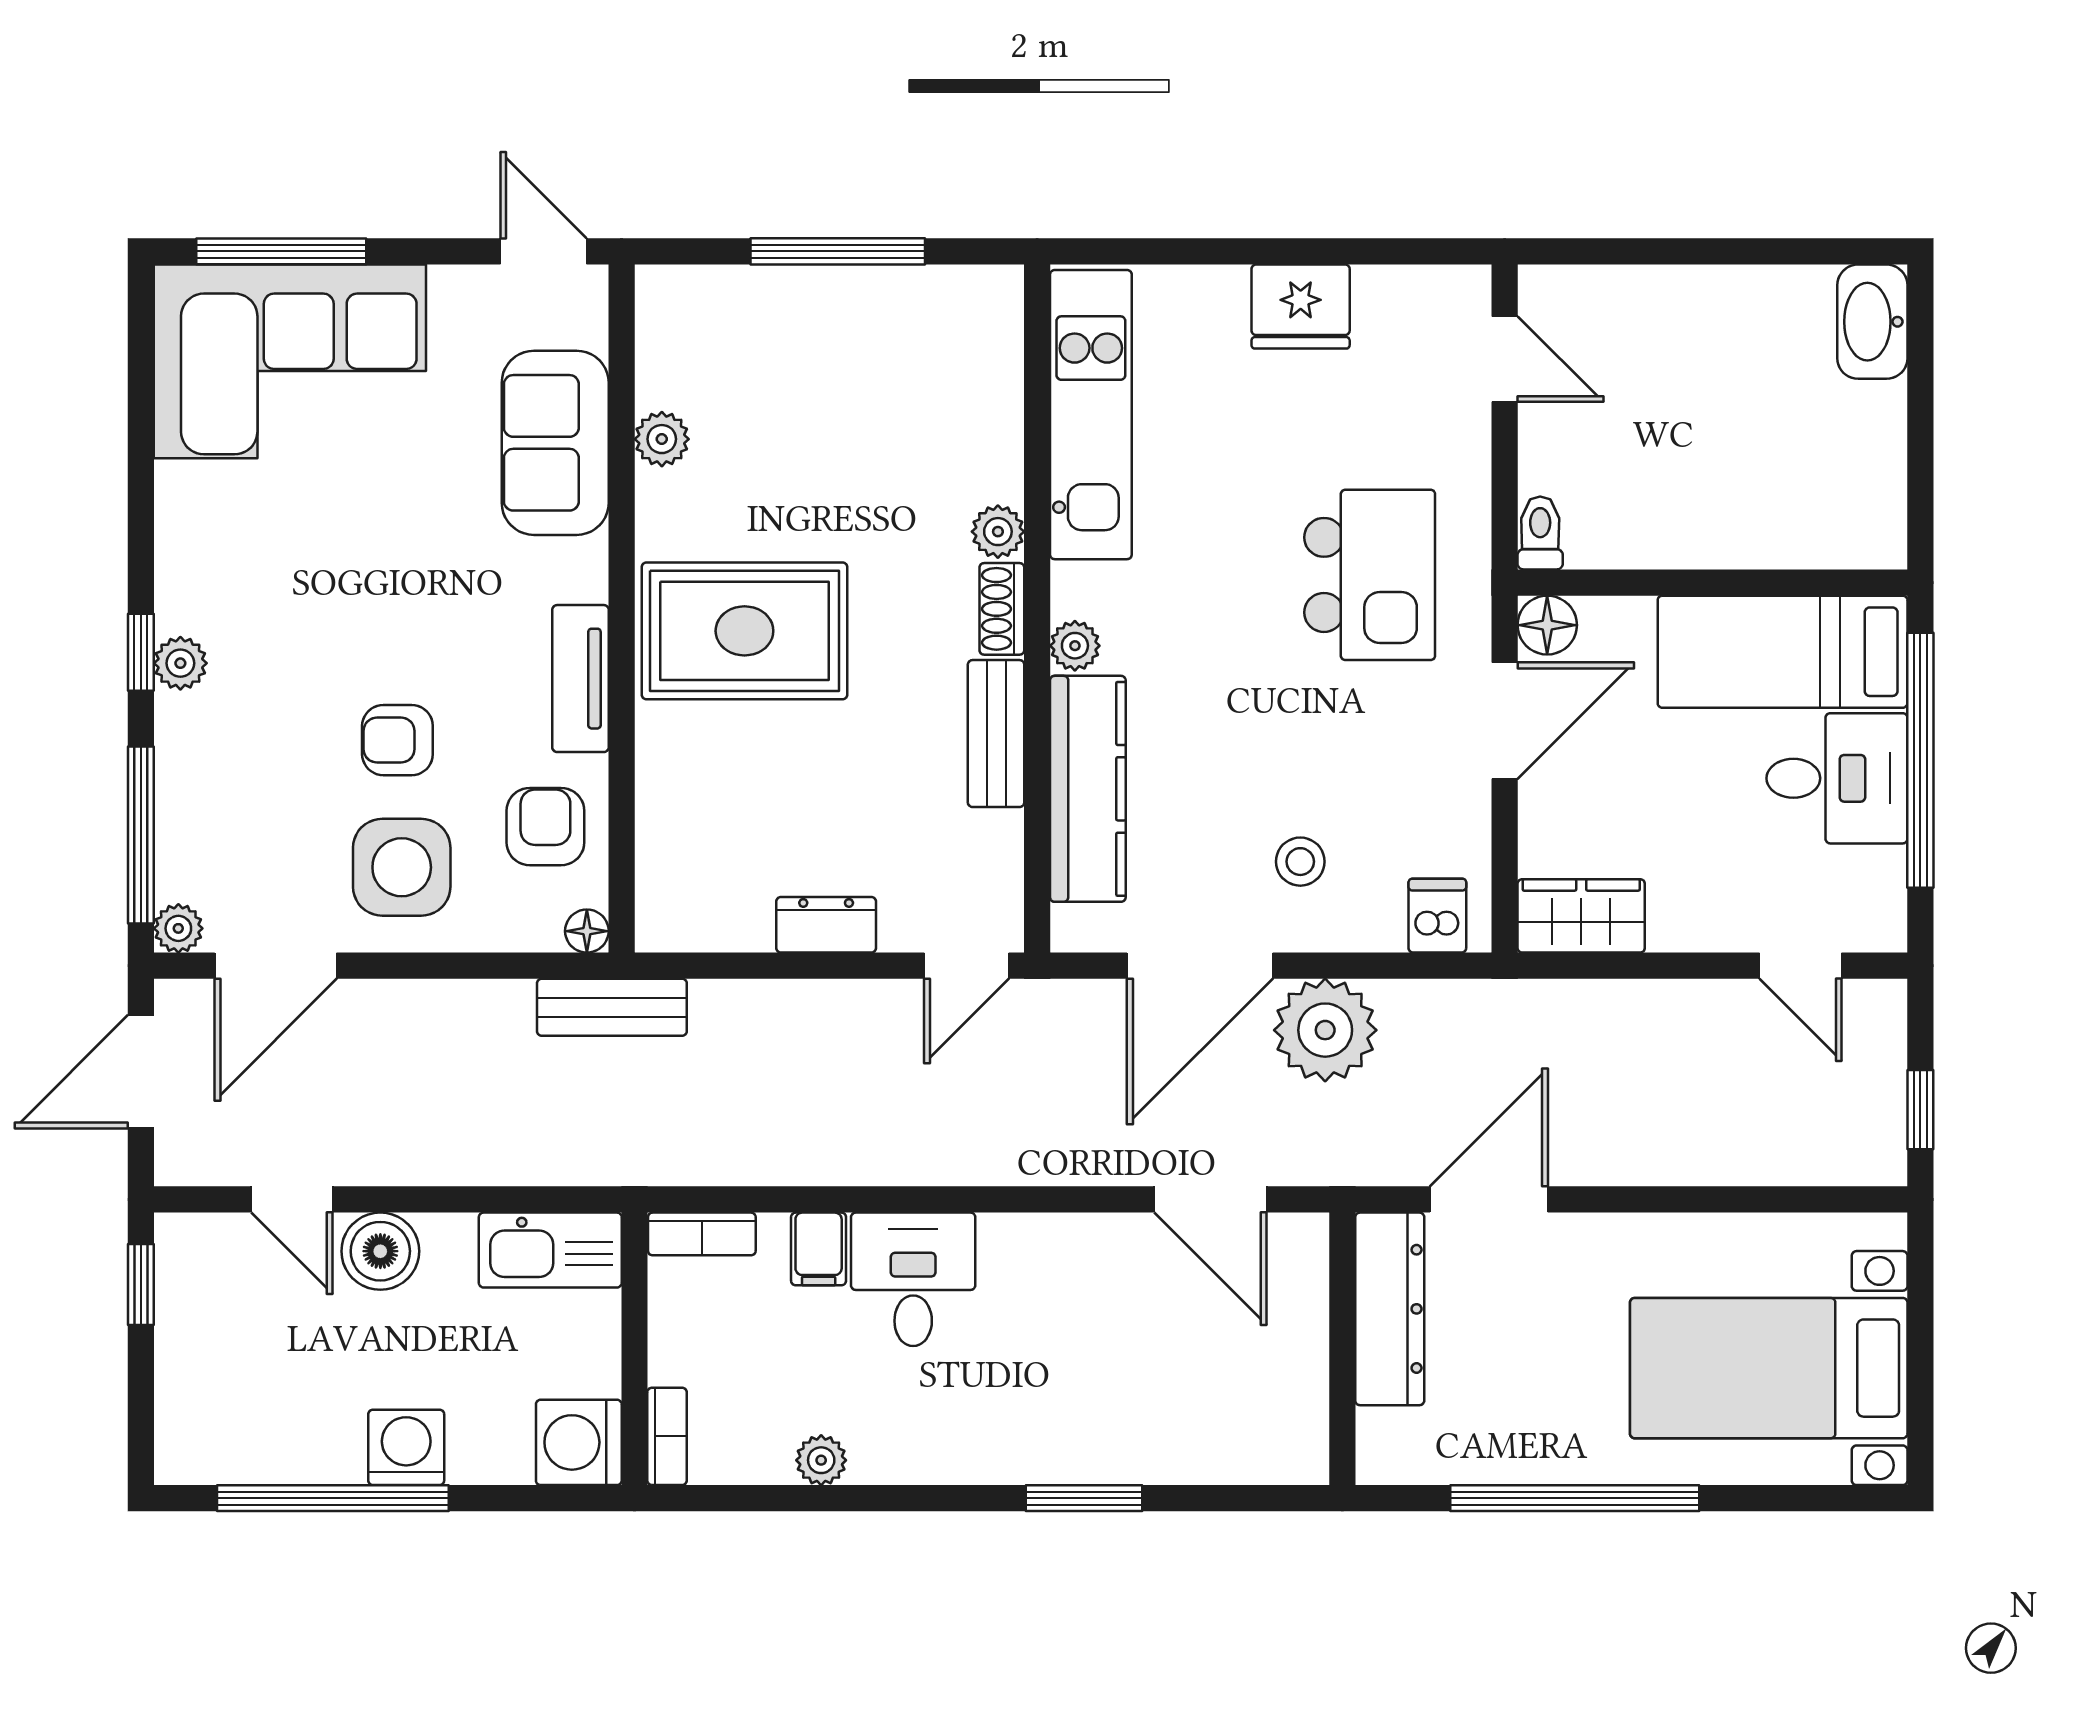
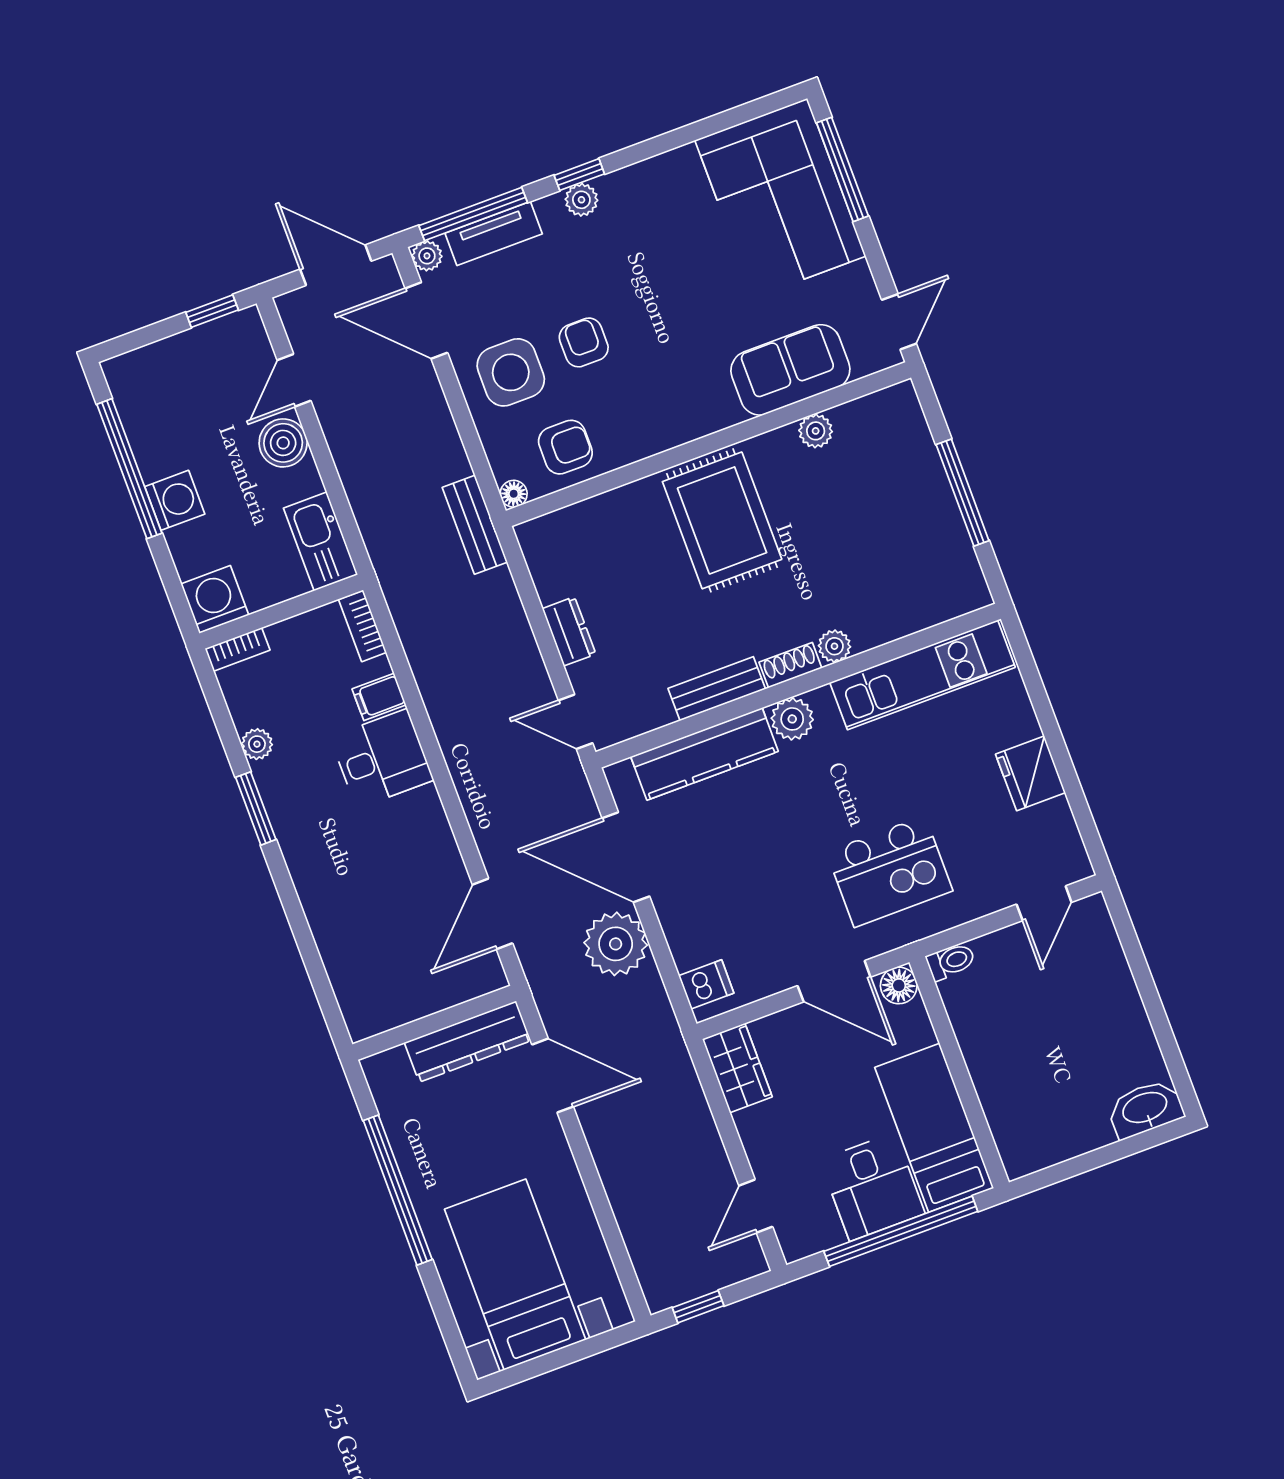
plant: (1075, 646) -> (792, 719), width x1.38, depth x1.38
tv unit: (580, 679) -> (494, 234), moved, turned 180
stool: (1300, 862) -> (708, 893), removed
window: (1084, 1498) -> (256, 808), moved

